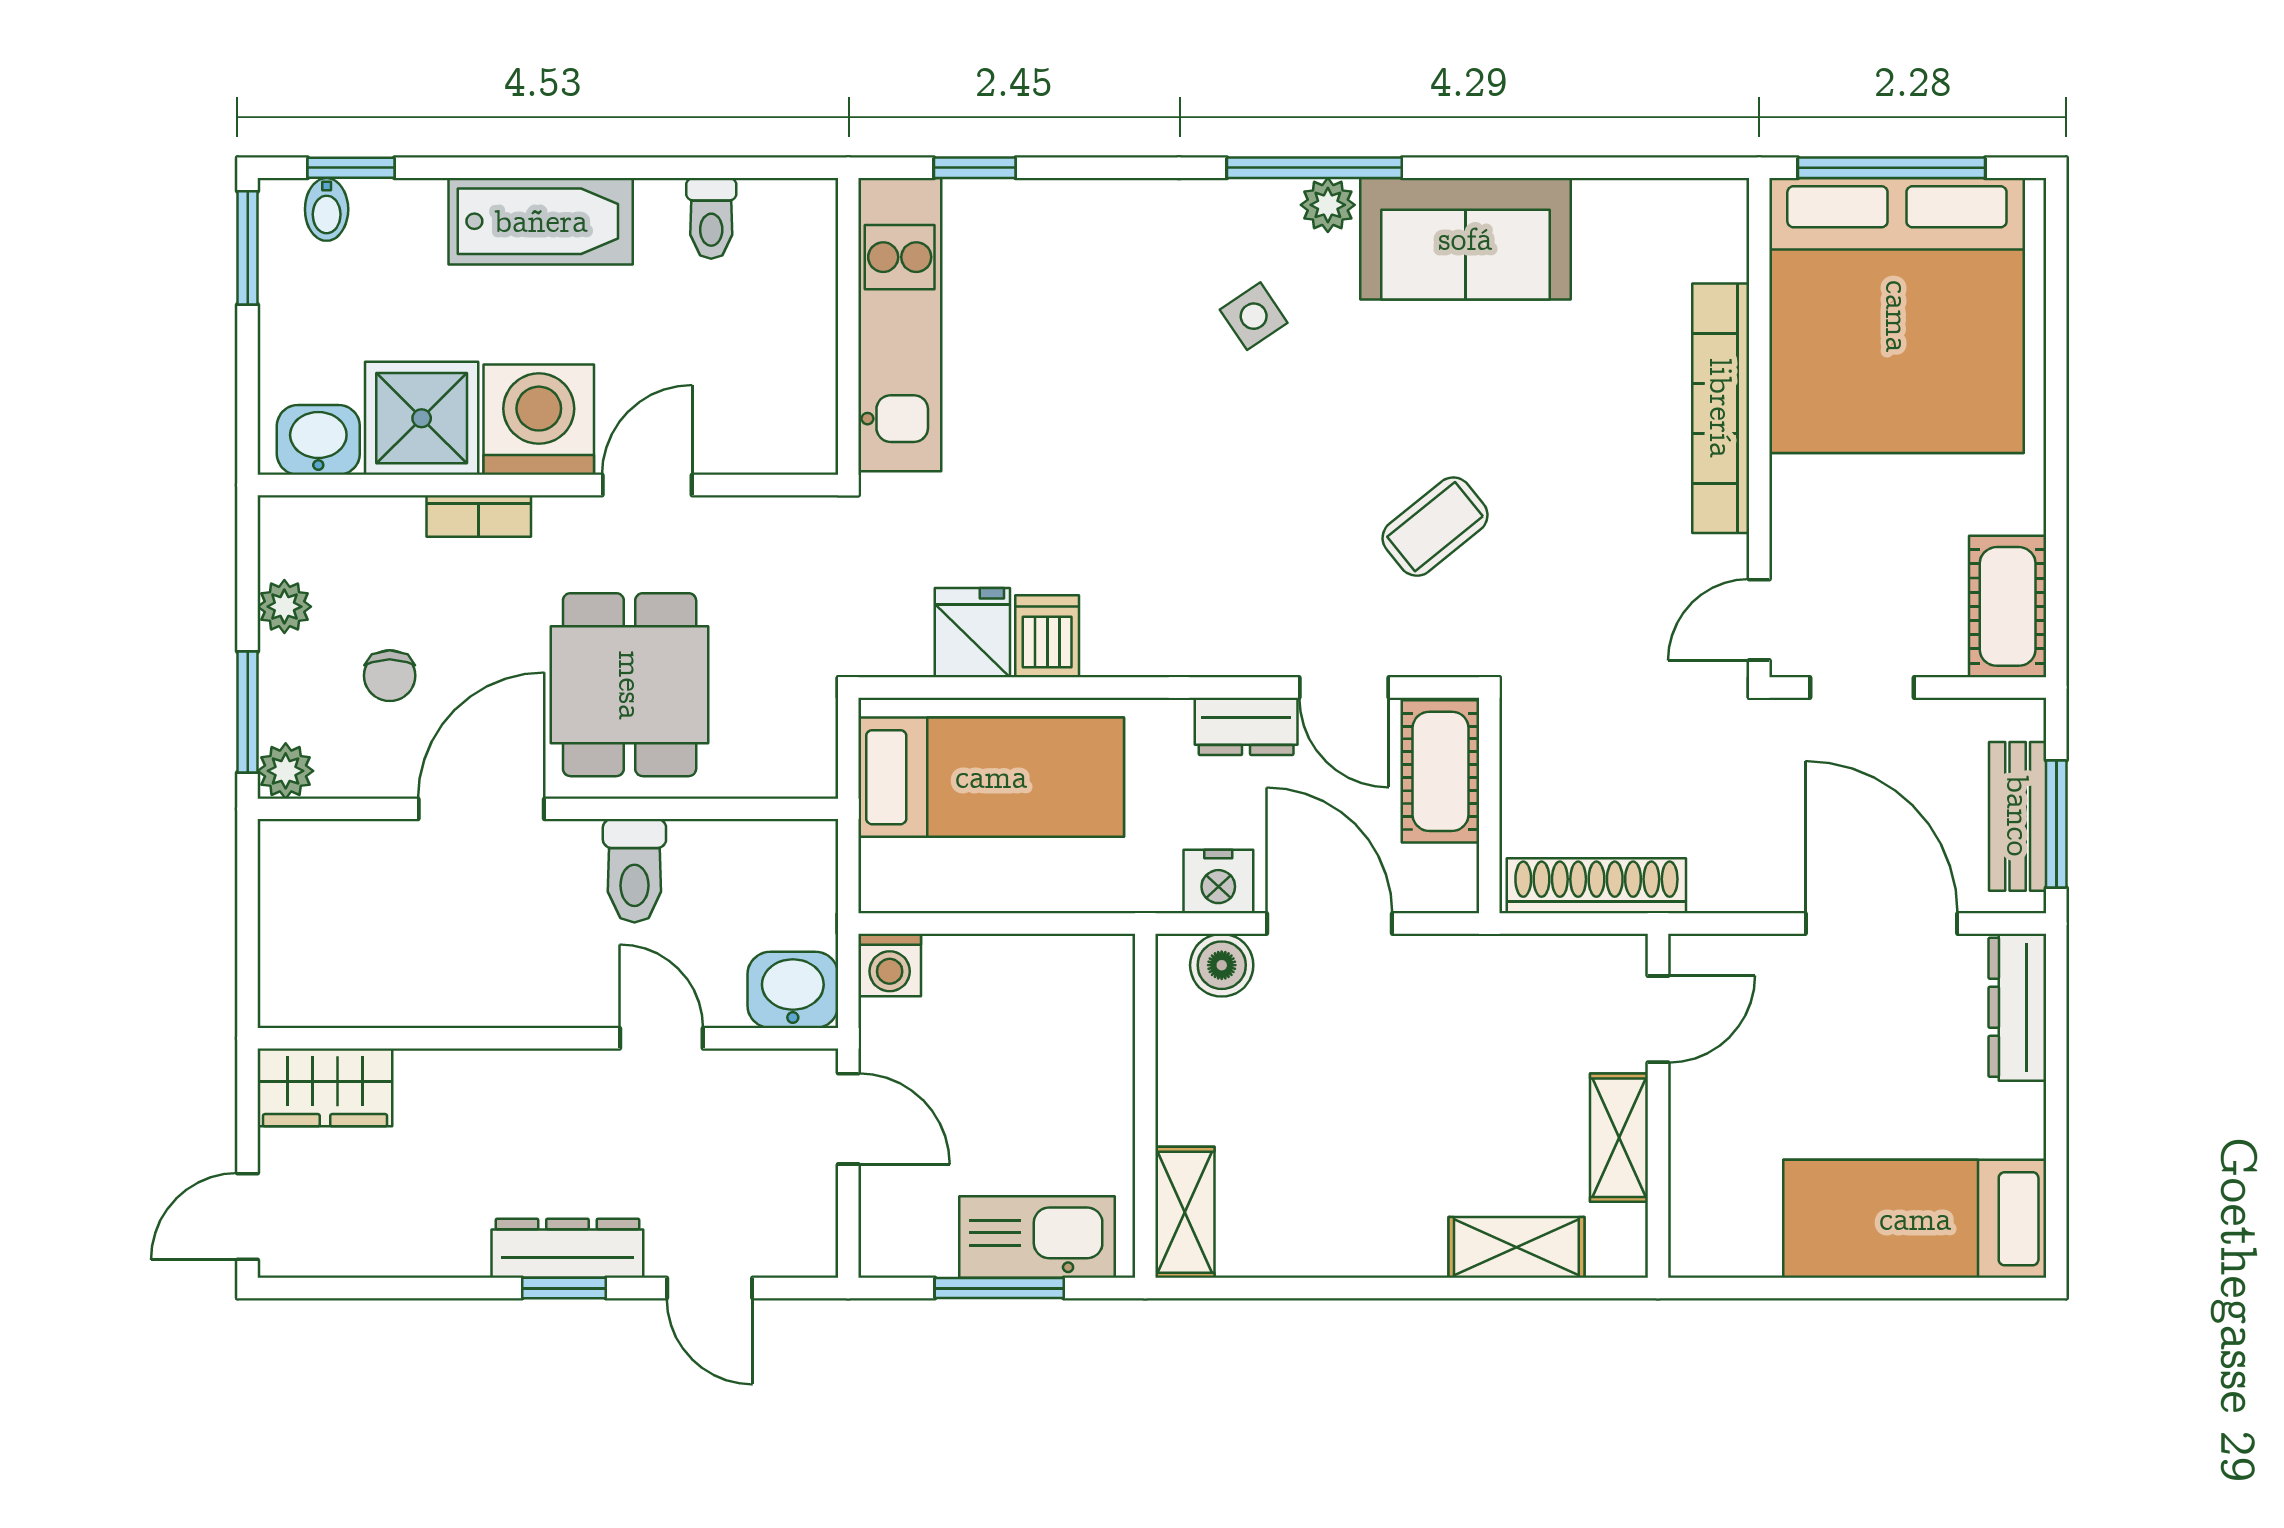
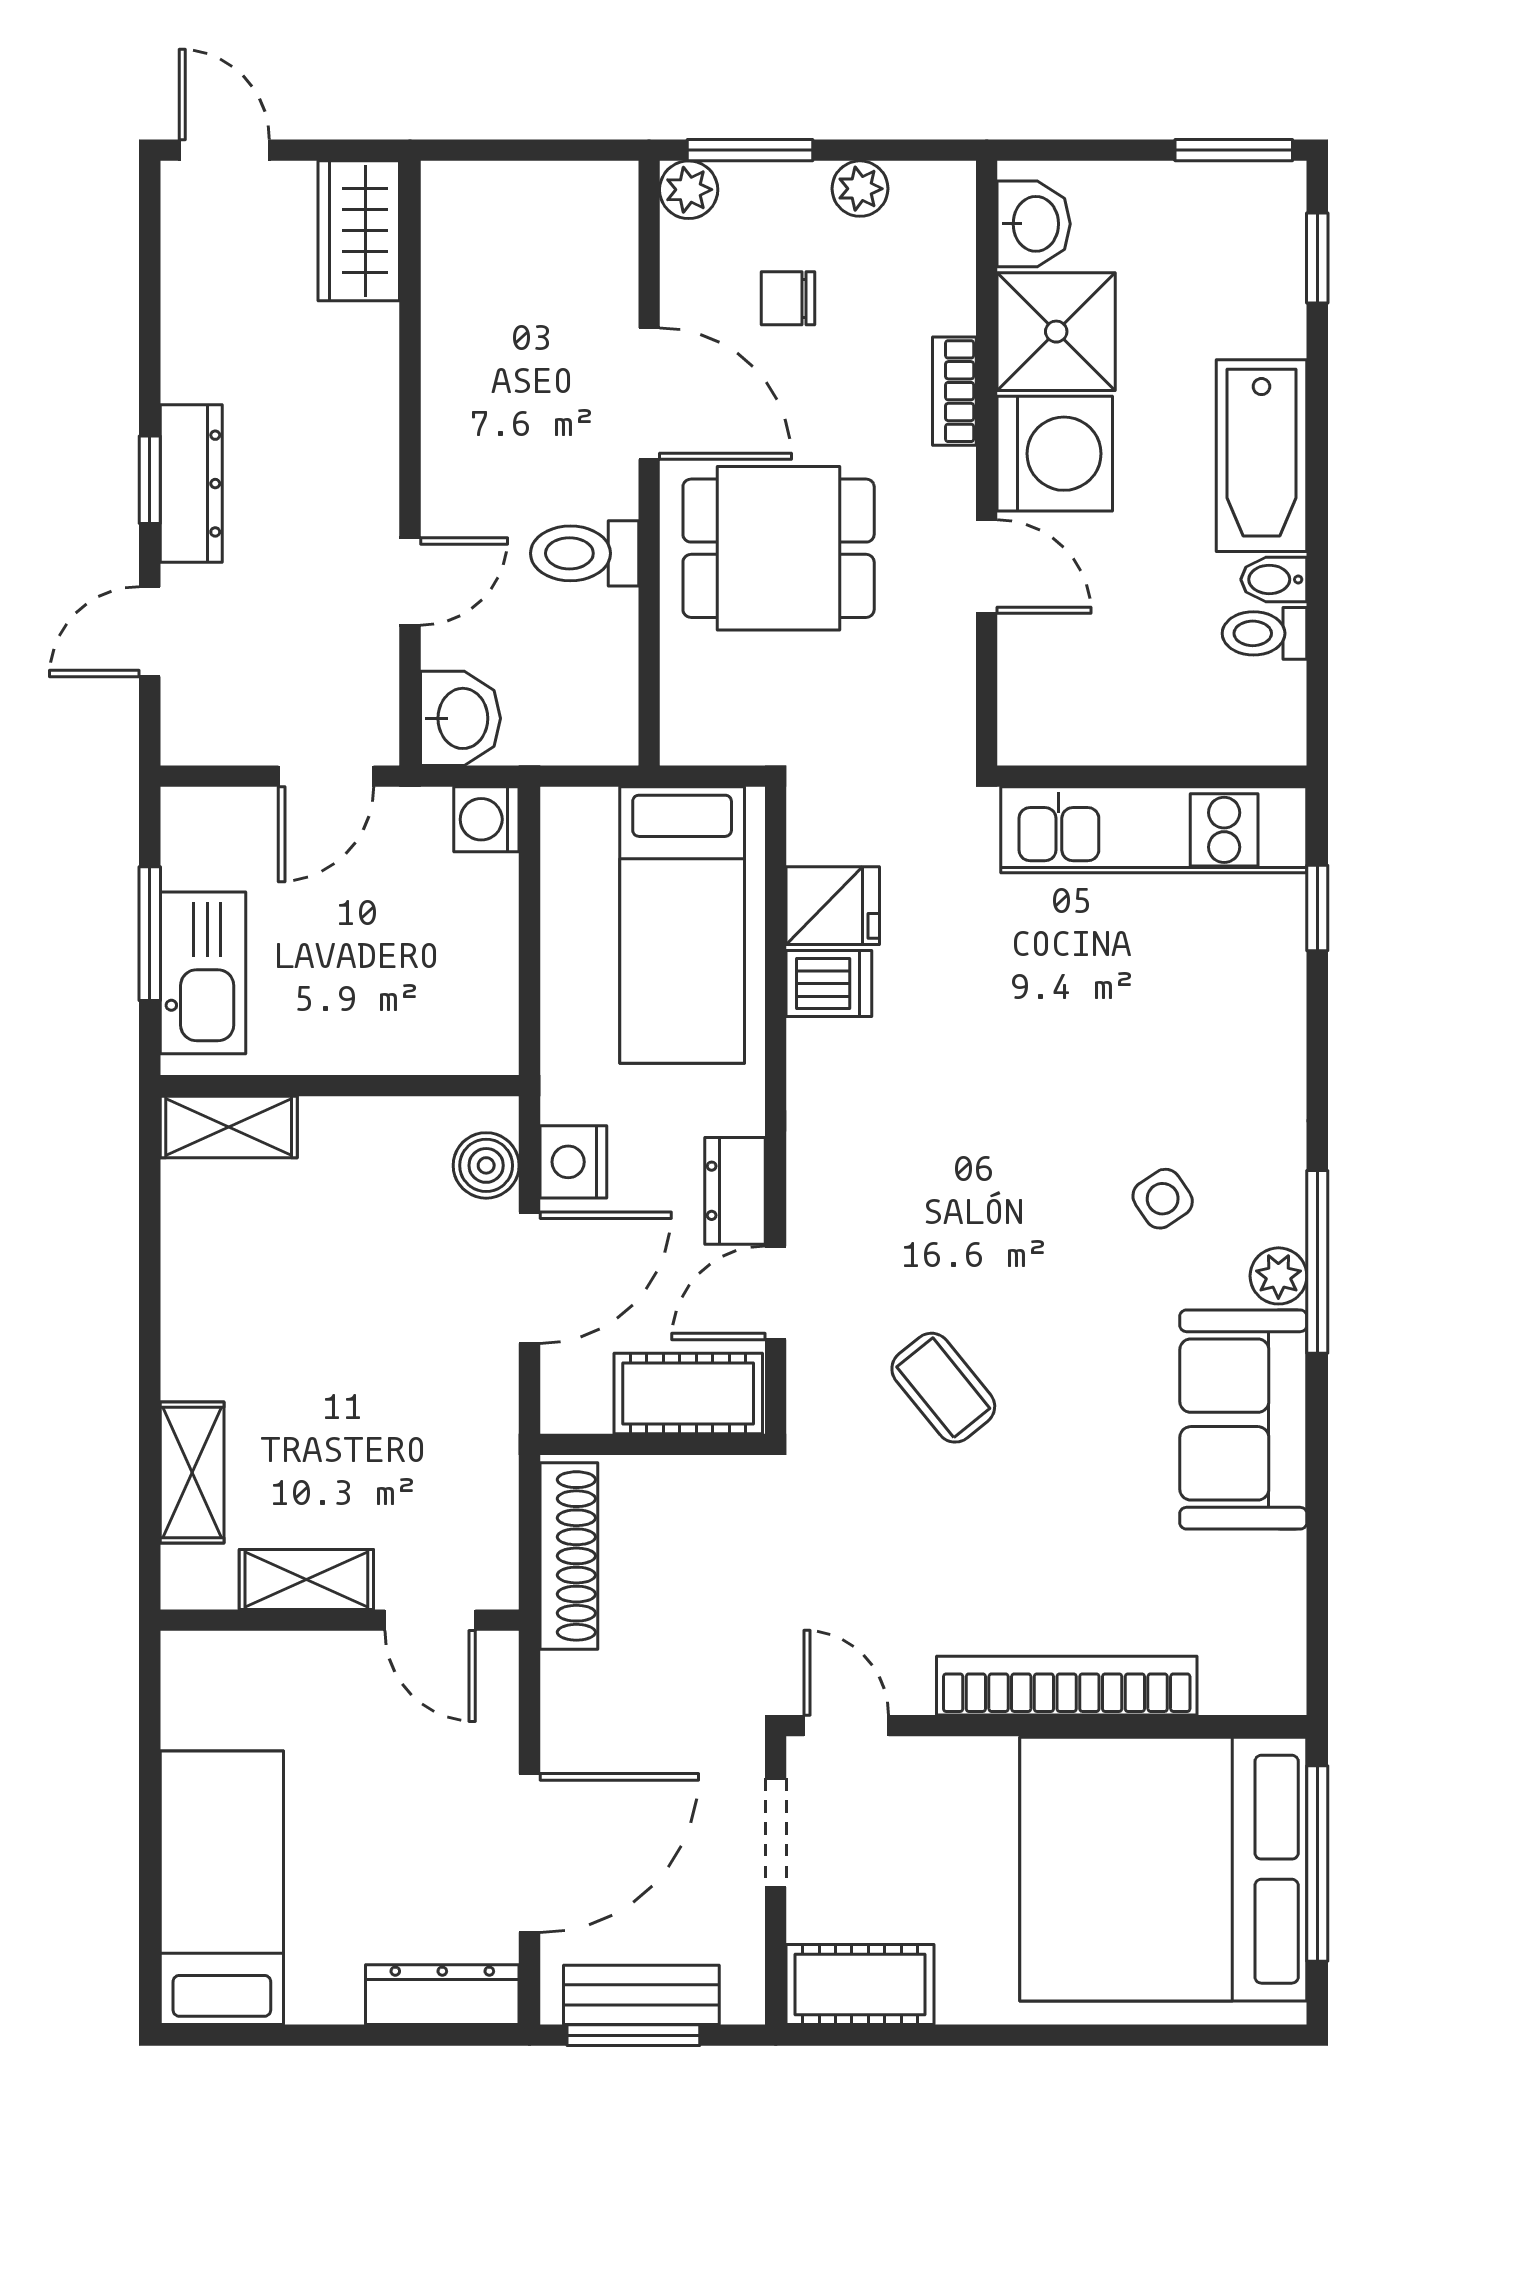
bidet: (327, 209) -> (1274, 579), moved

